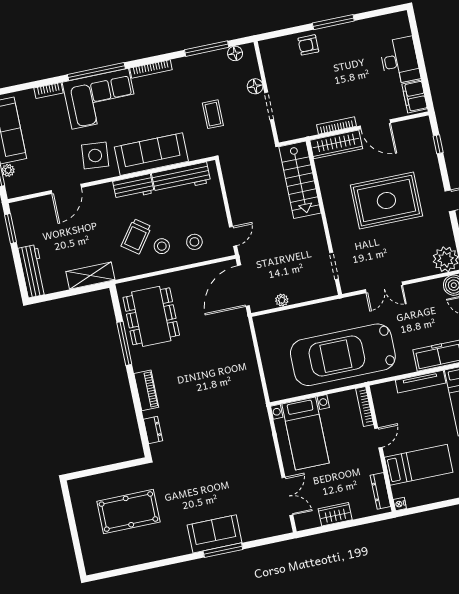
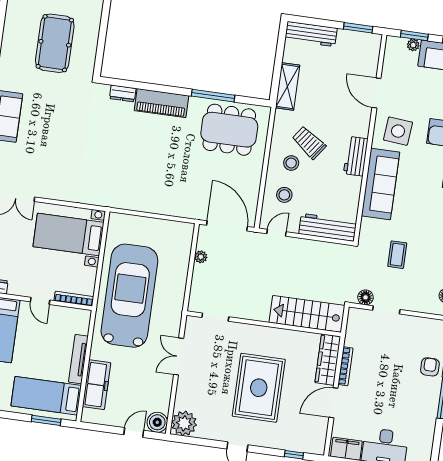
floor lamp: (255, 86) -> (366, 297), moved
coffee table: (213, 114) -> (397, 255), turned 90
workbench: (181, 178) -> (328, 227), moved, turned 90
door: (233, 236) -> (277, 233), swing flipped
piano: (146, 390) -> (161, 103), width x1.37, depth x1.33

